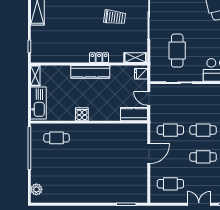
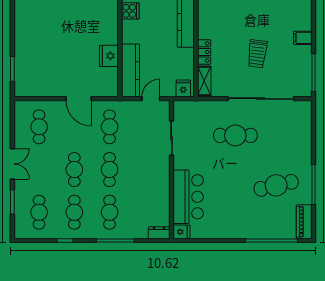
cafe table: (177, 51) -> (235, 135), moved
locker: (99, 58) -> (204, 52), moved
kitchen counter: (134, 114) -> (130, 70), width x1.50
fridge: (116, 130) -> (109, 56), added

